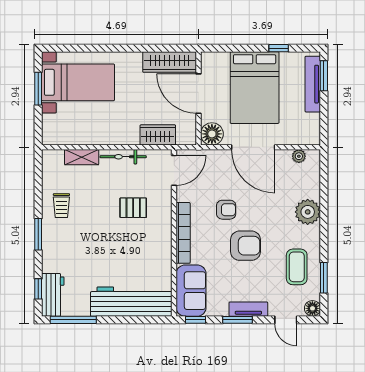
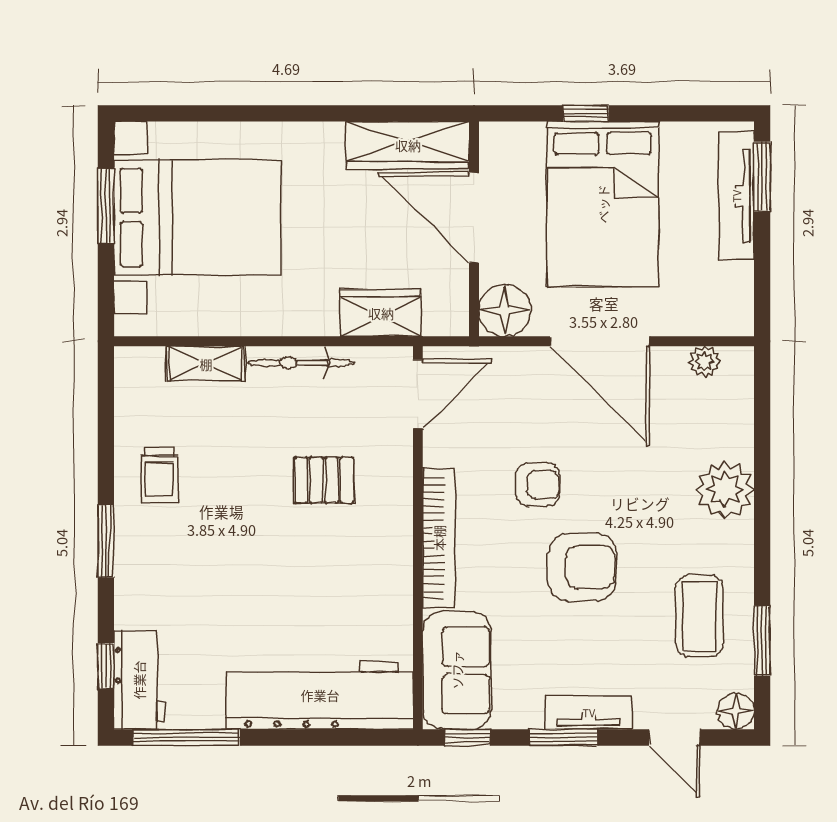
window: (279, 48) -> (586, 113), moved
bed with nightstands: (78, 82) -> (197, 217), width x1.36

